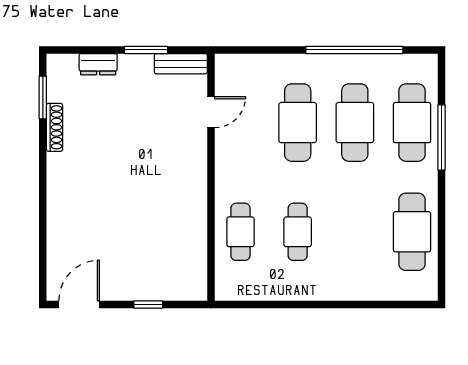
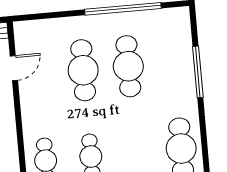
cafe table: (412, 123) -> (173, 62), removed

